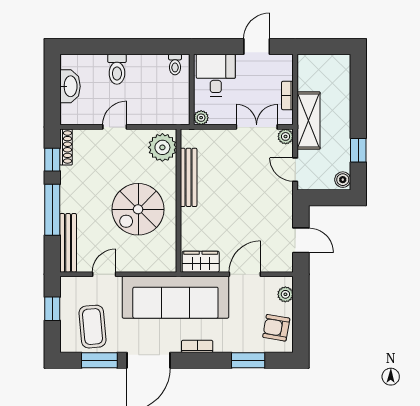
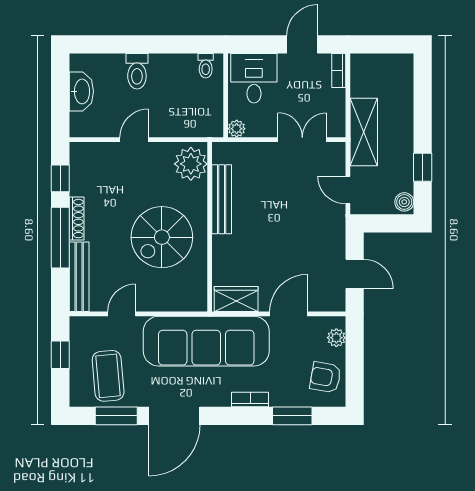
bookcase: (287, 95) -> (339, 71), moved
plant: (286, 136) -> (337, 151), removed
shoe rack: (66, 147) -> (77, 219), moved
bookcase: (197, 346) -> (250, 399), moved

